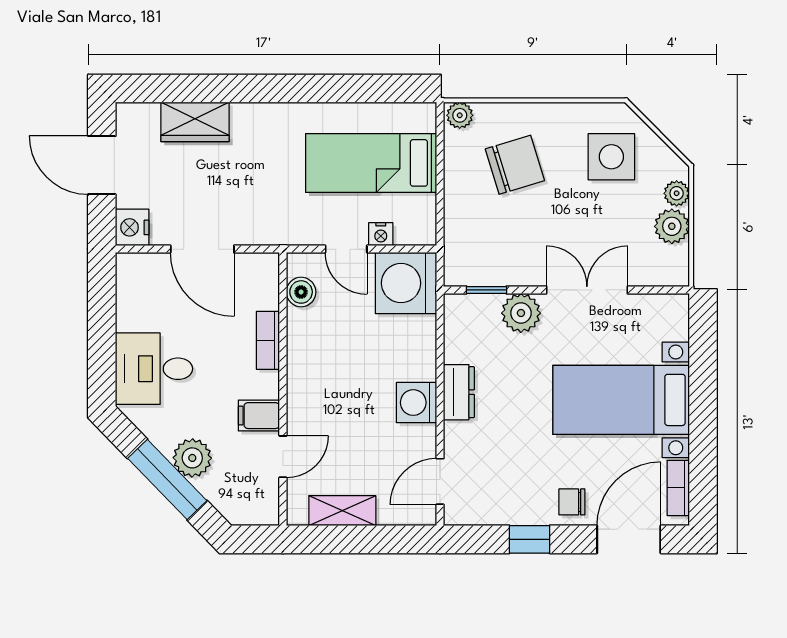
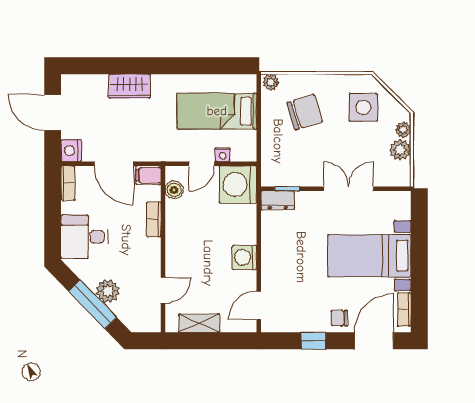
wardrobe: (195, 122) -> (129, 86), moved
door: (346, 249) -> (202, 164), hinge flipped
bookcase: (127, 281) -> (68, 183), added
plant: (521, 313) -> (308, 203), removed
dresser: (459, 392) -> (278, 200), moved, turned 90
filing cabinet: (259, 416) -> (148, 175), moved

